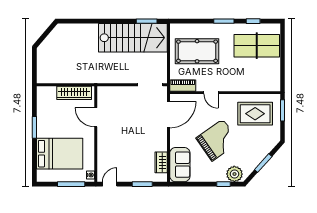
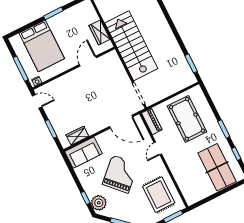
stairs: (133, 38) -> (131, 46), moved, turned 180
wardrobe: (74, 93) -> (100, 32), width x0.67
grand piano: (218, 140) -> (120, 174), turned -99

